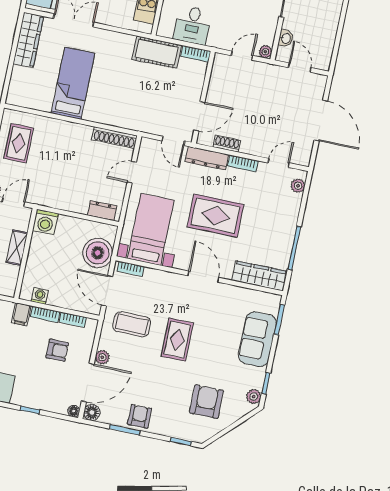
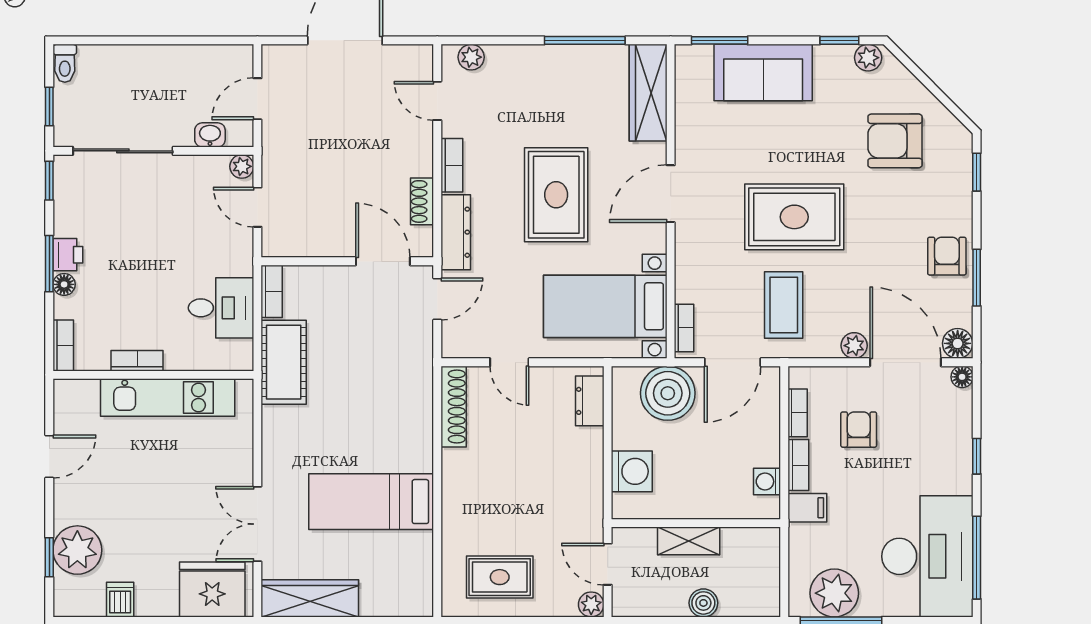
washing machine: (45, 222) -> (632, 471), moved
rug: (177, 340) -> (794, 217), width x1.36, depth x1.43
armchair: (140, 416) -> (947, 256), turned 90

